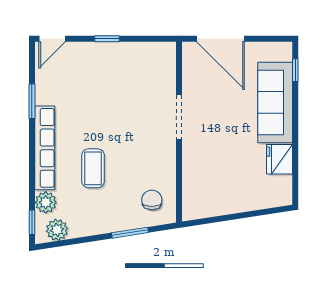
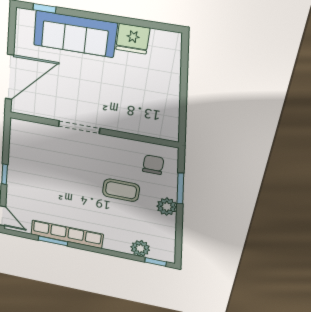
row of seats: (45, 148) -> (67, 234), moved
coffee table: (93, 168) -> (121, 190), moved
chair: (152, 200) -> (153, 165), turned 90
plant: (57, 230) -> (167, 207), moved

